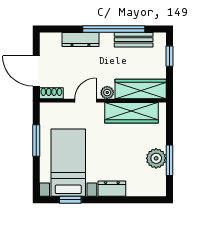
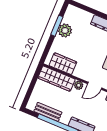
window: (170, 56) -> (29, 92), removed
wardrobe: (131, 113) -> (63, 64), width x0.67

